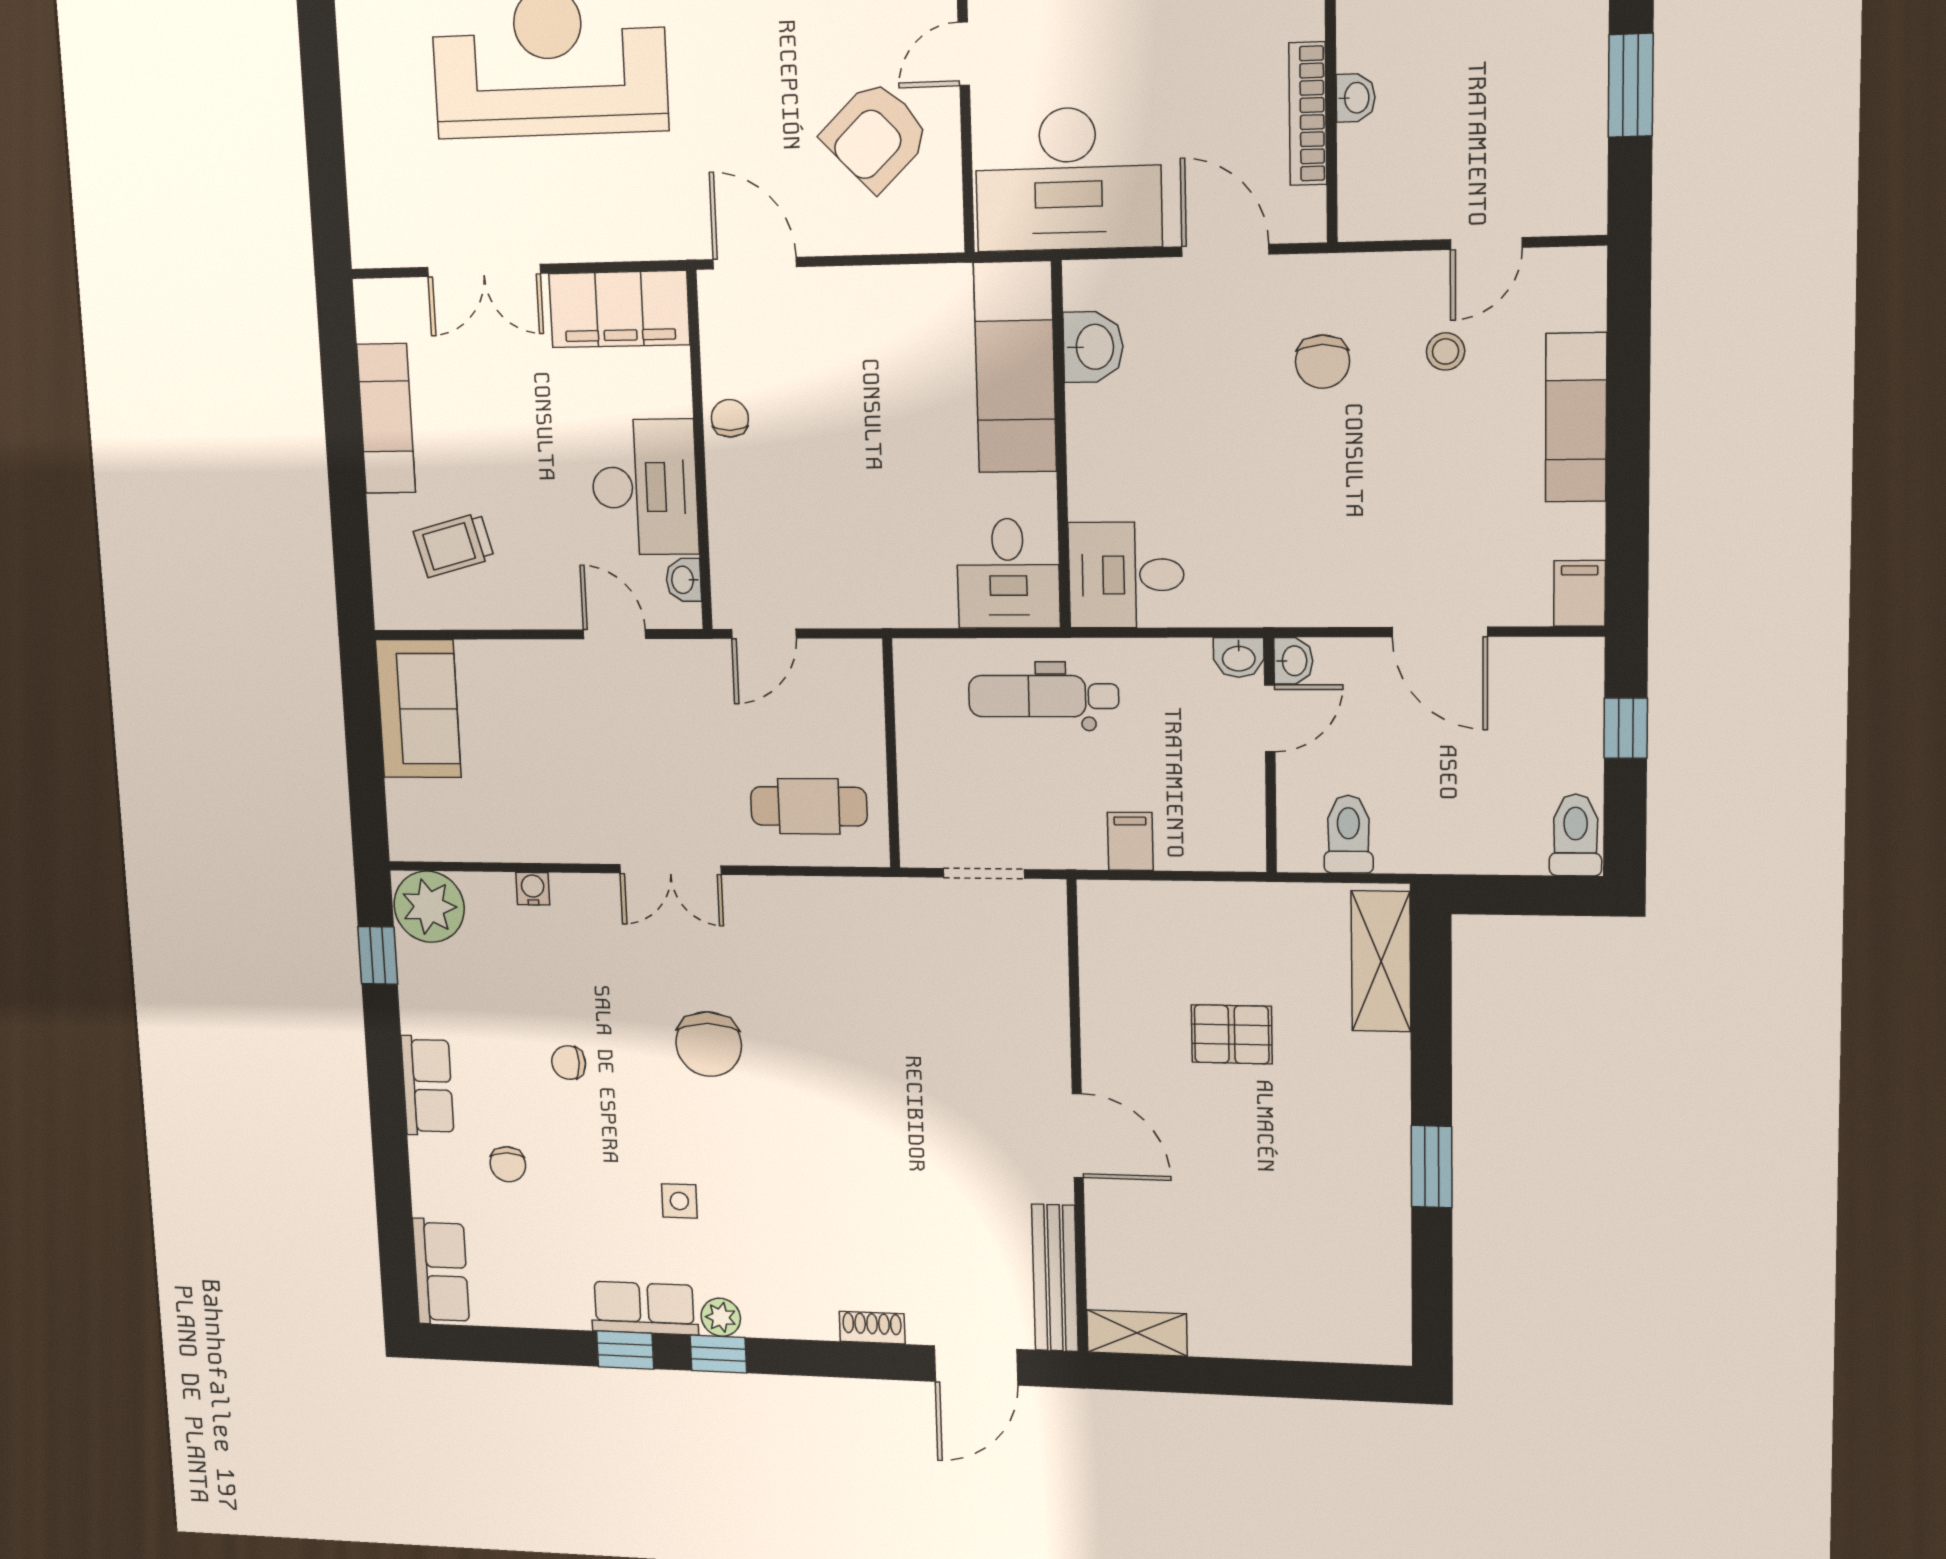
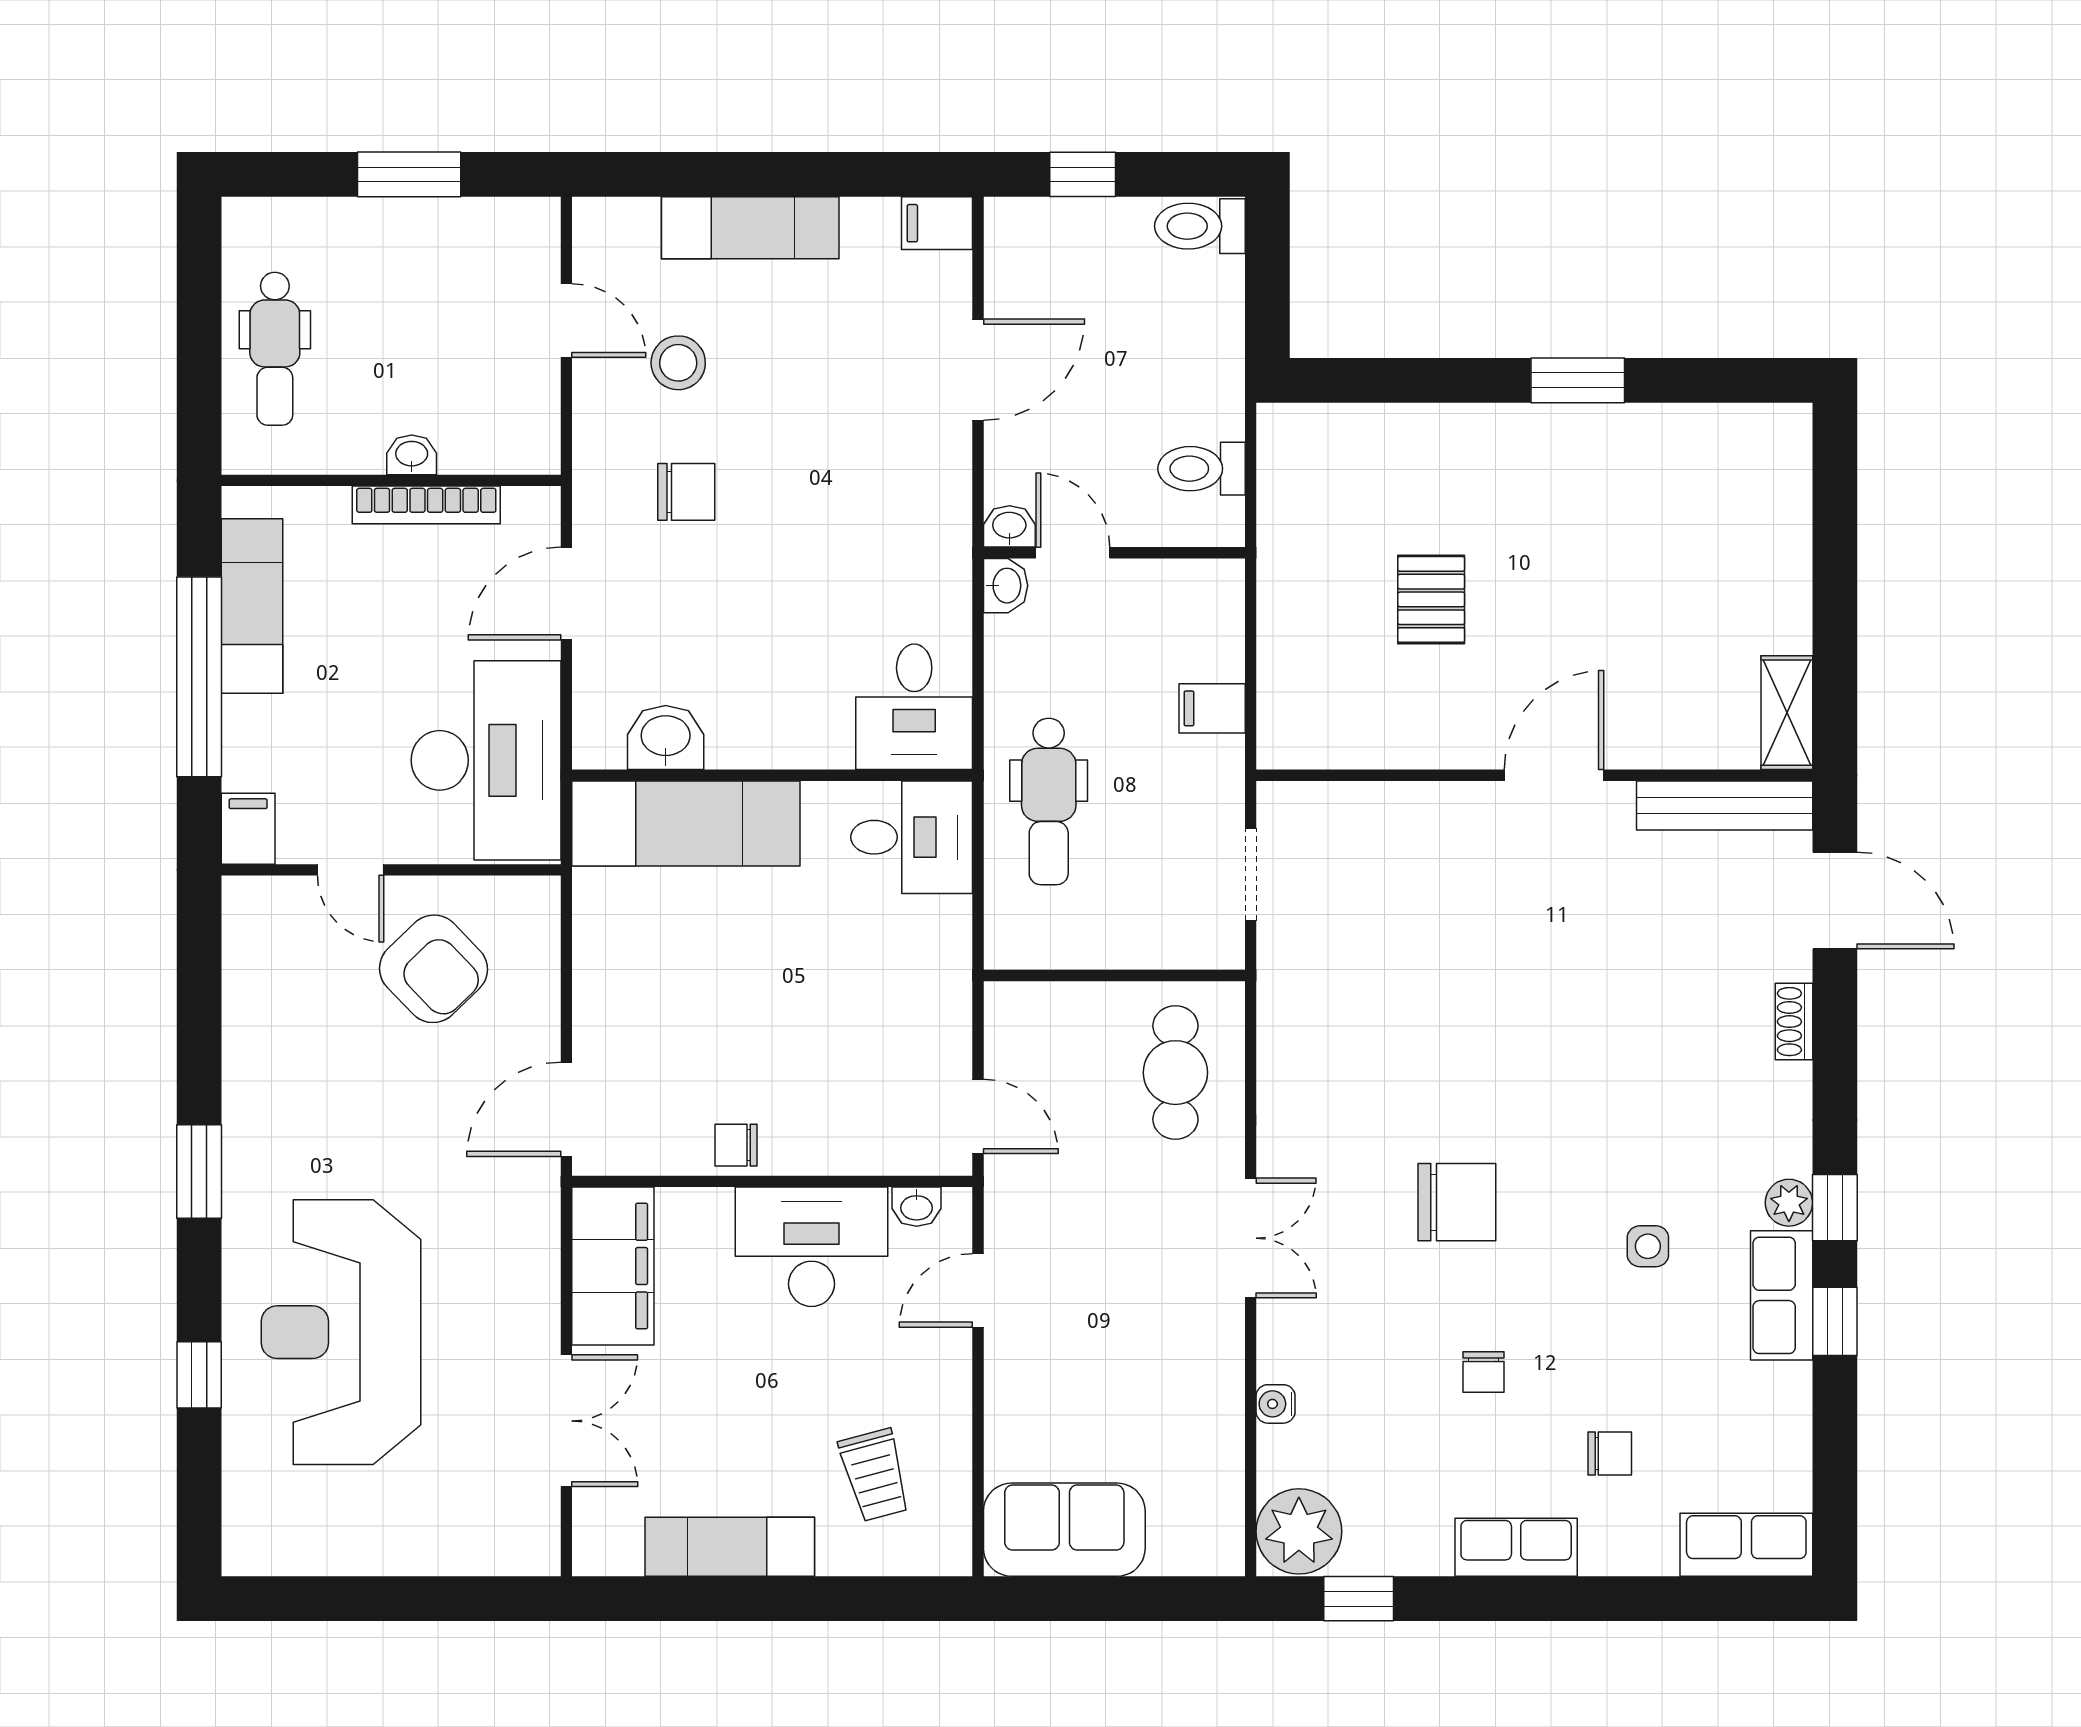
stool: (1446, 351) -> (678, 363), width x1.37, depth x1.37
shelving: (1381, 961) -> (1344, 434), removed

